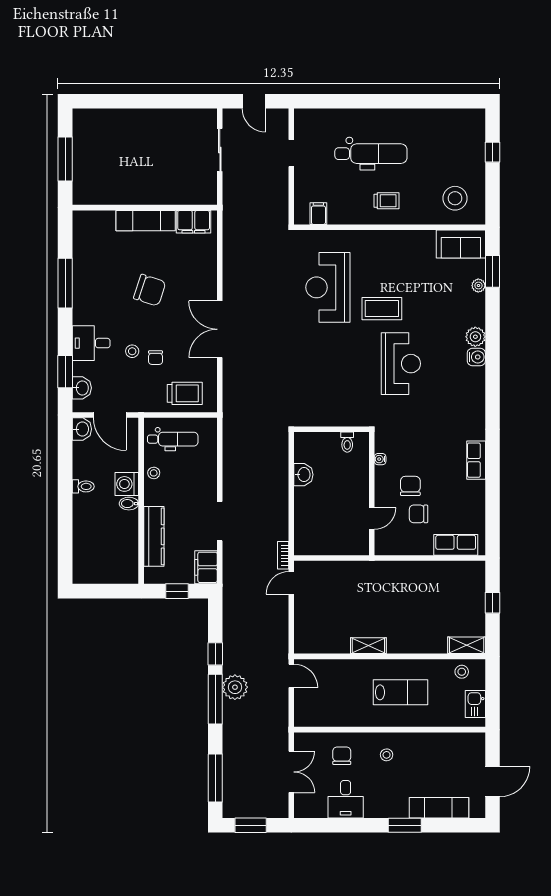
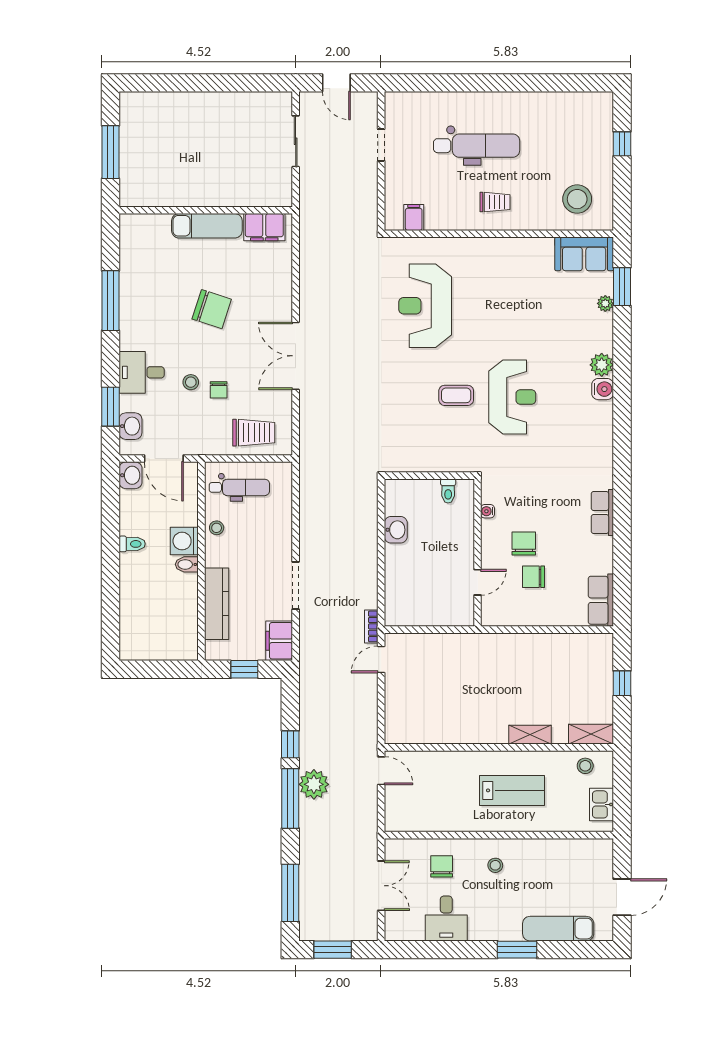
coffee table: (382, 309) -> (456, 395), moved, width x0.73, depth x0.77
row of seats: (456, 545) -> (601, 600), moved, turned -90
shelving: (368, 646) -> (530, 735), moved

